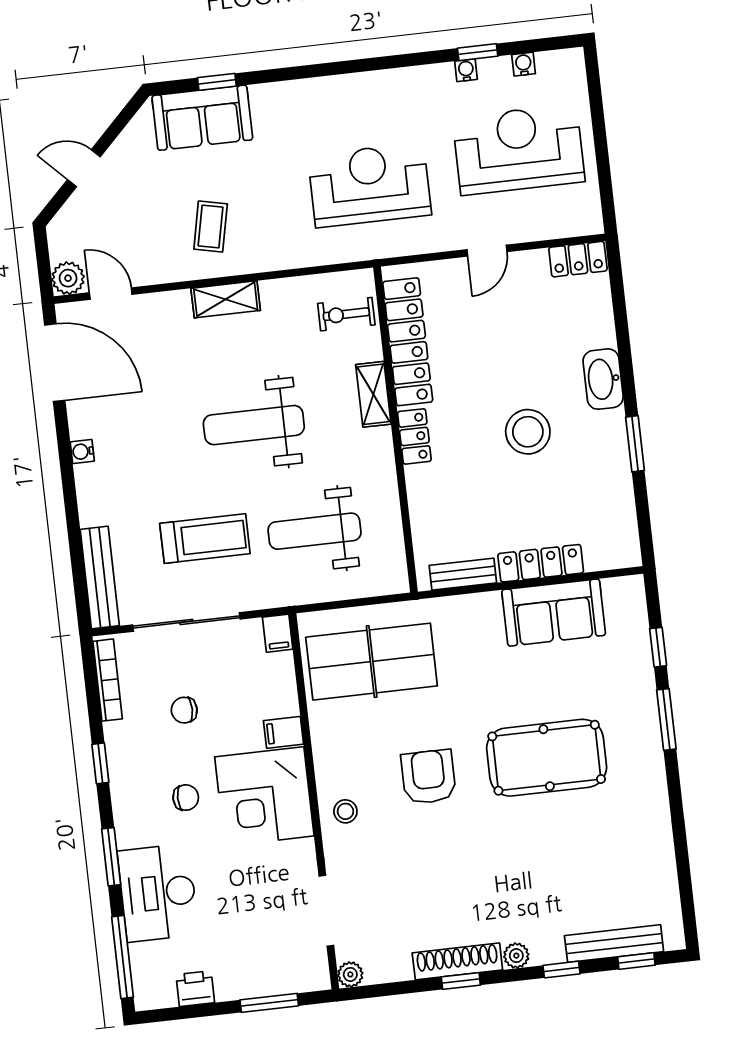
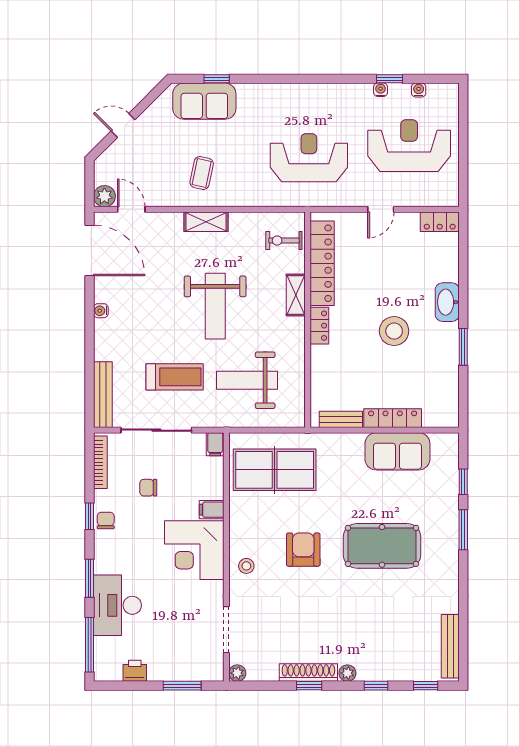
weight bench: (254, 425) -> (215, 306), turned -90
chair: (186, 798) -> (106, 521), moved, turned -90
bench: (614, 944) -> (450, 646), moved, turned 90

